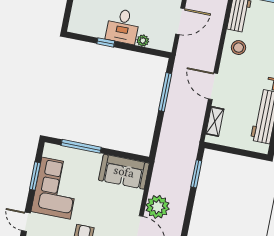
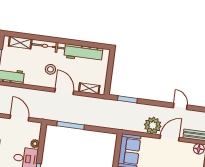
stool: (239, 48) -> (50, 69), moved
door: (213, 86) -> (64, 91), swing flipped

